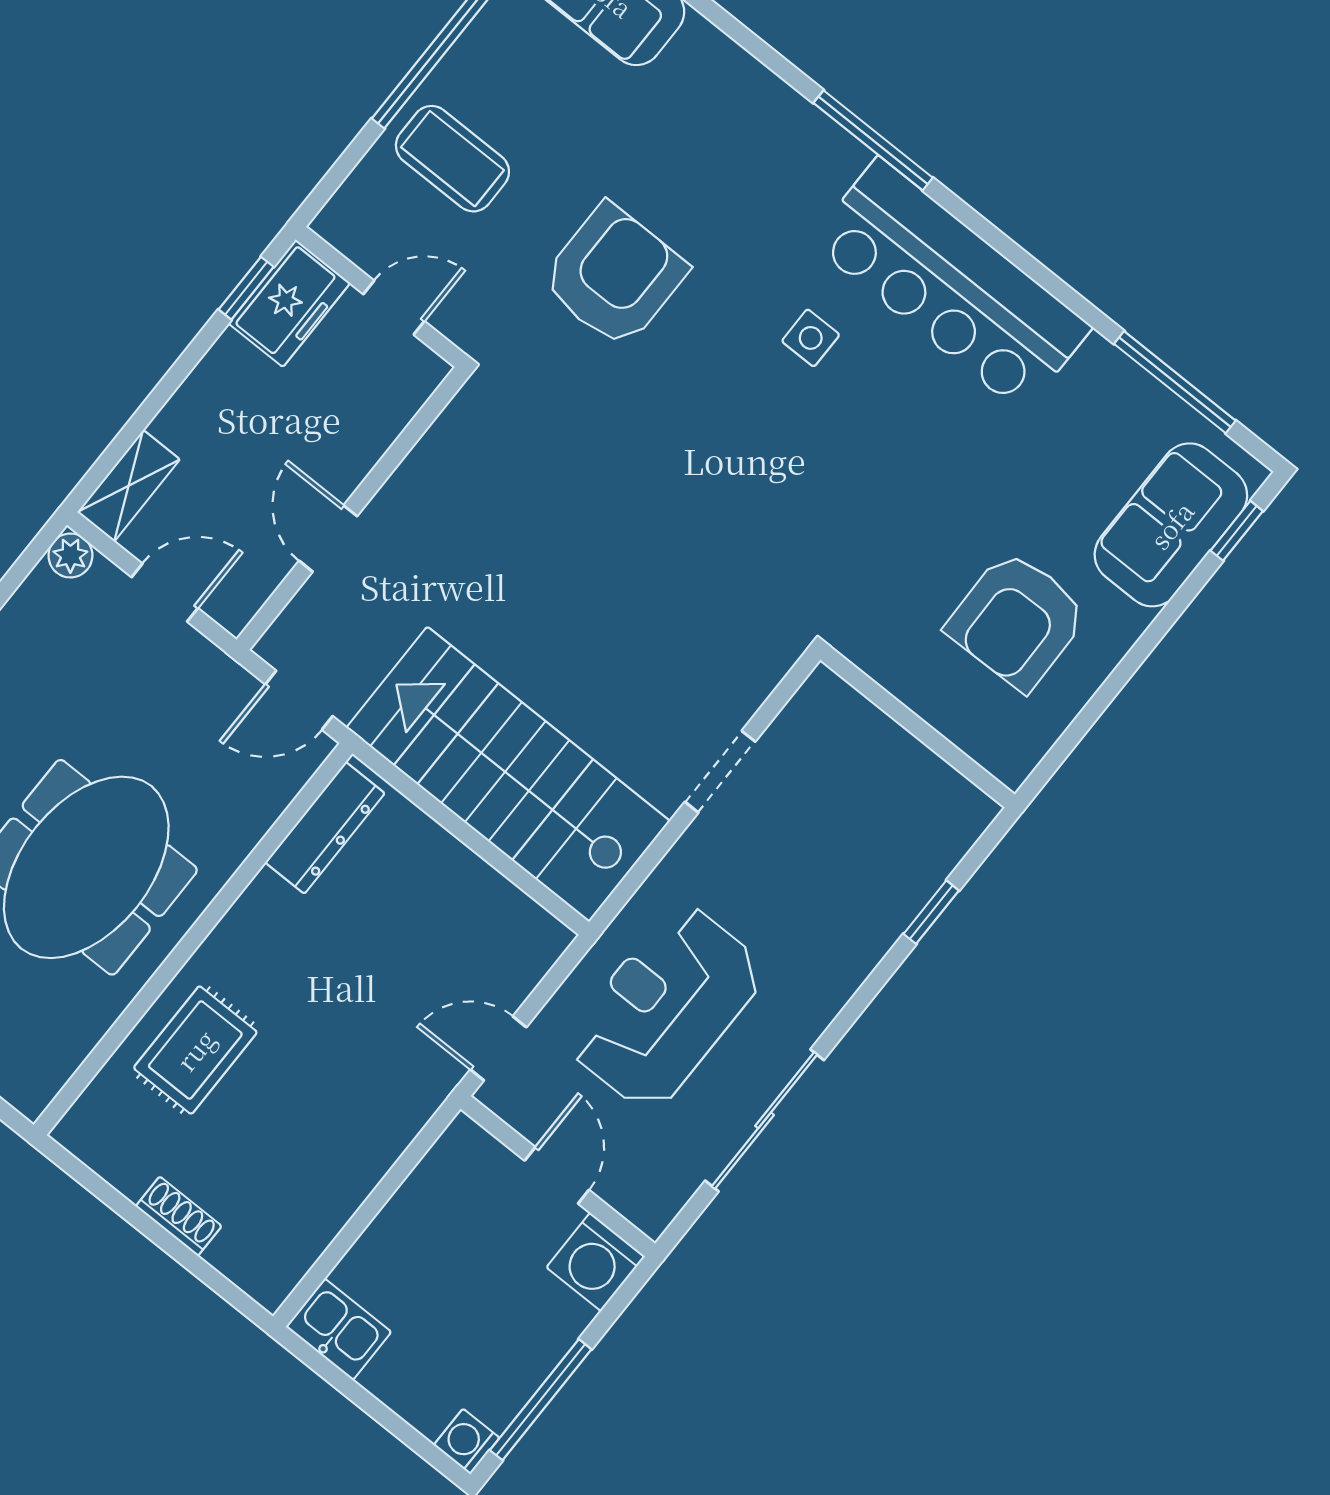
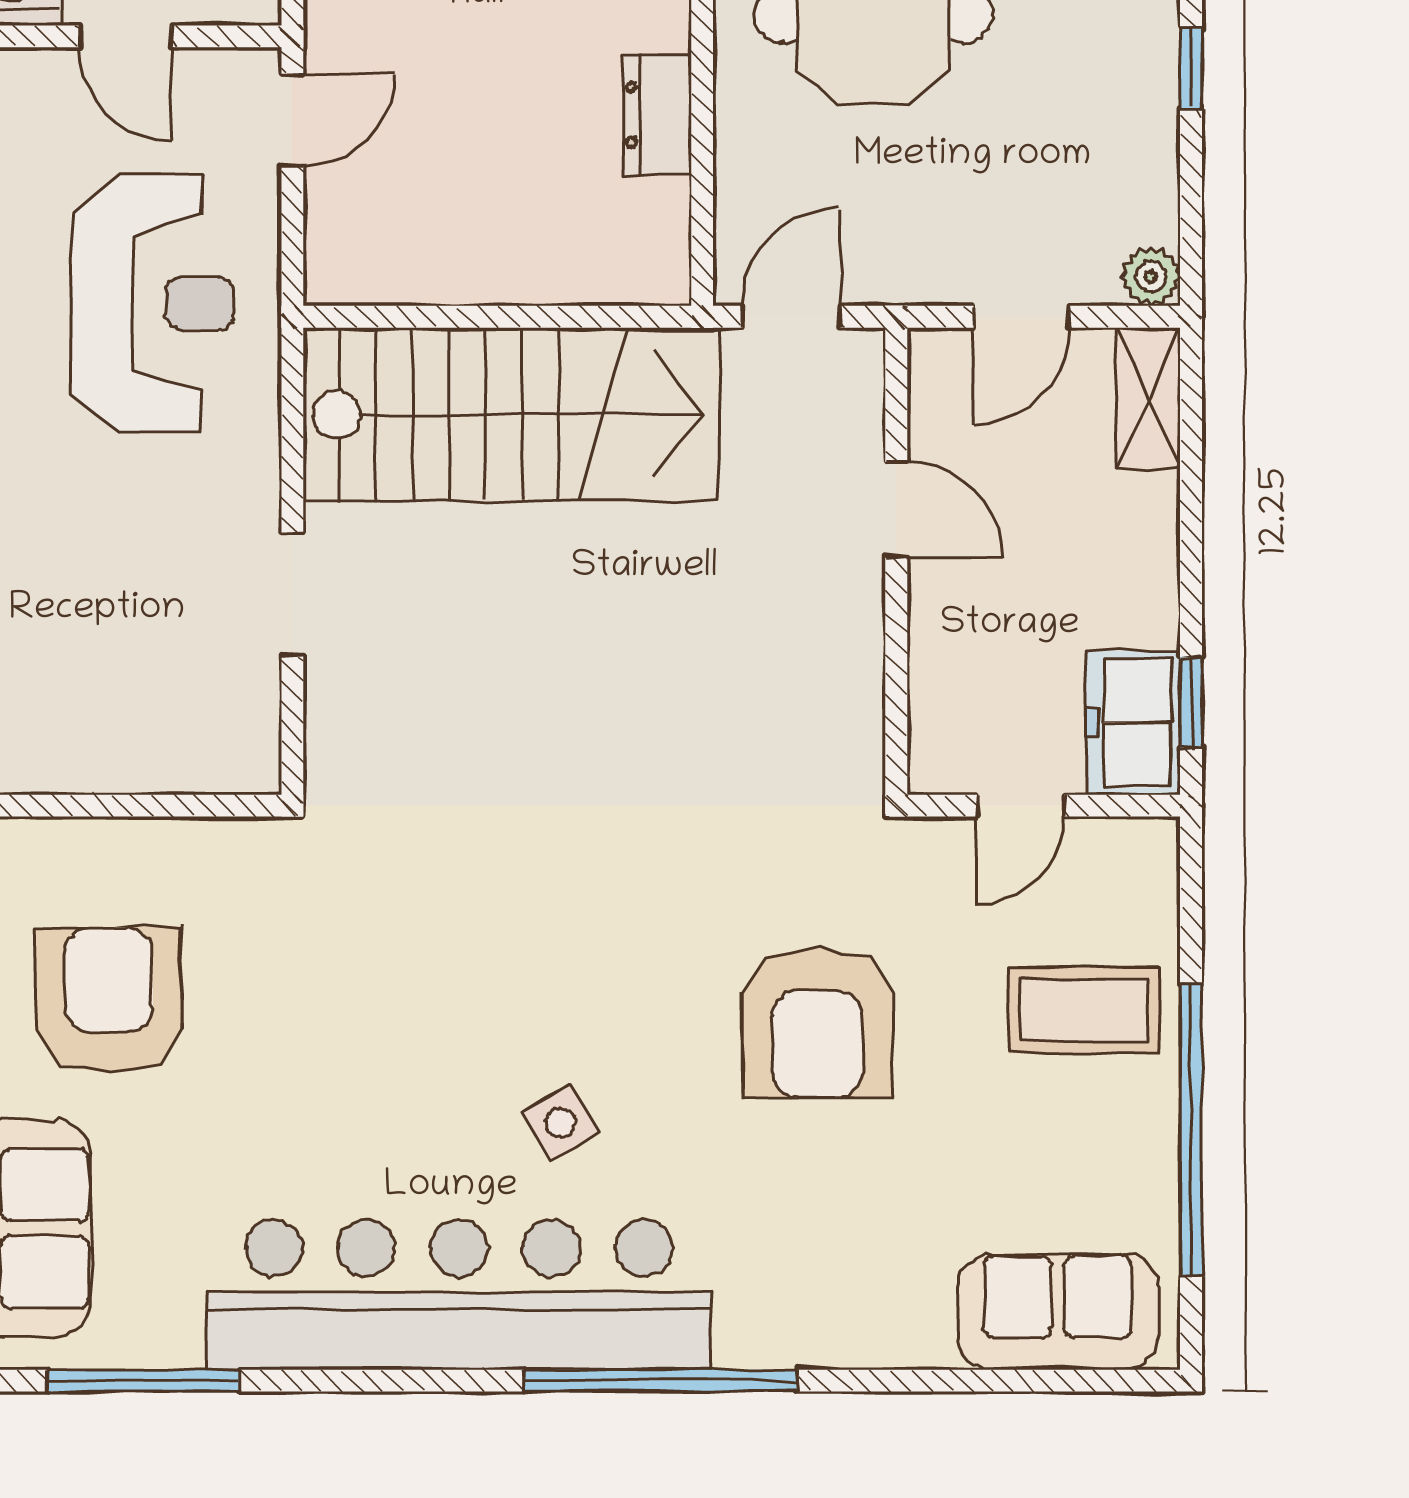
window: (873, 140) -> (660, 1381), width x1.46
bar counter: (951, 285) -> (459, 1295), width x1.36
side table: (811, 338) -> (560, 1122), turned -30
dresser: (325, 828) -> (658, 115), moved, width x0.70

